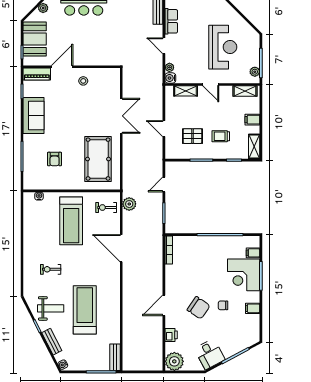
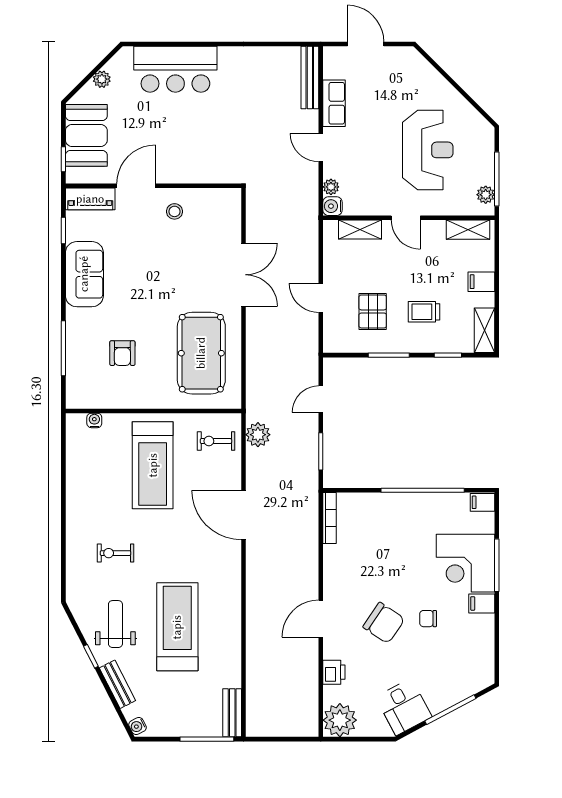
pallet: (192, 136) -> (373, 311), turned 90
filing cabinet: (253, 253) -> (483, 502), moved
weight bench: (51, 308) -> (115, 624), turned -90
filing cabinet: (253, 308) -> (482, 603), moved

